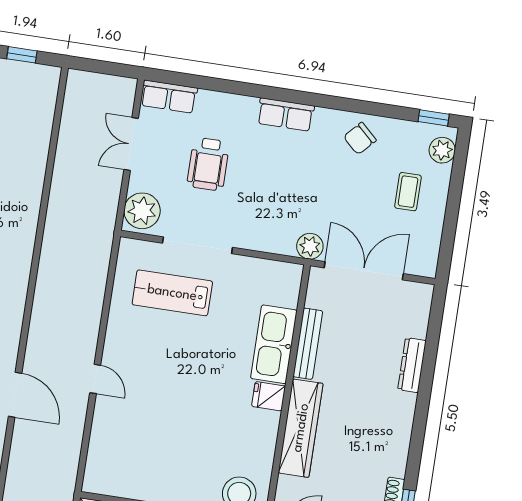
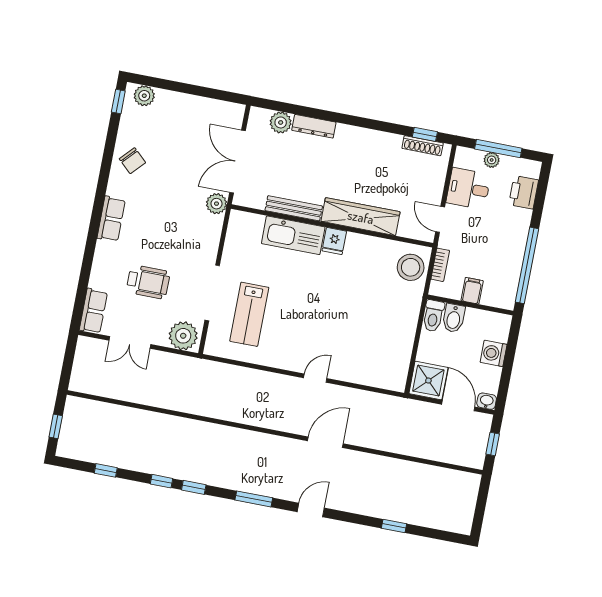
coffee table: (408, 192) -> (176, 124), removed
plant: (415, 323) -> (281, 122), added

